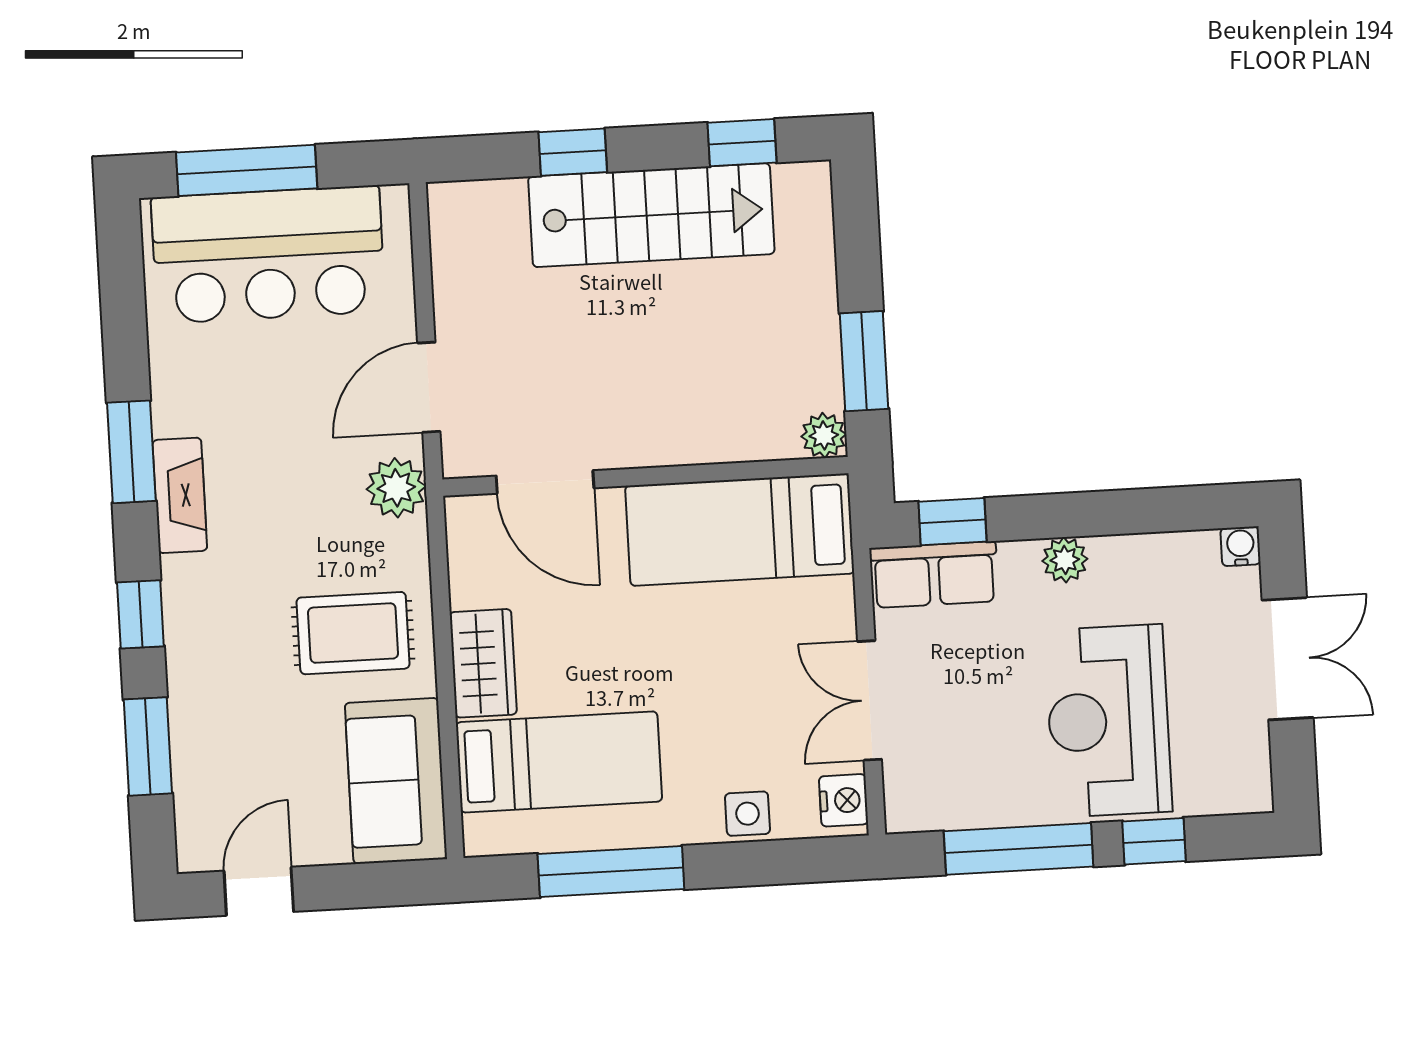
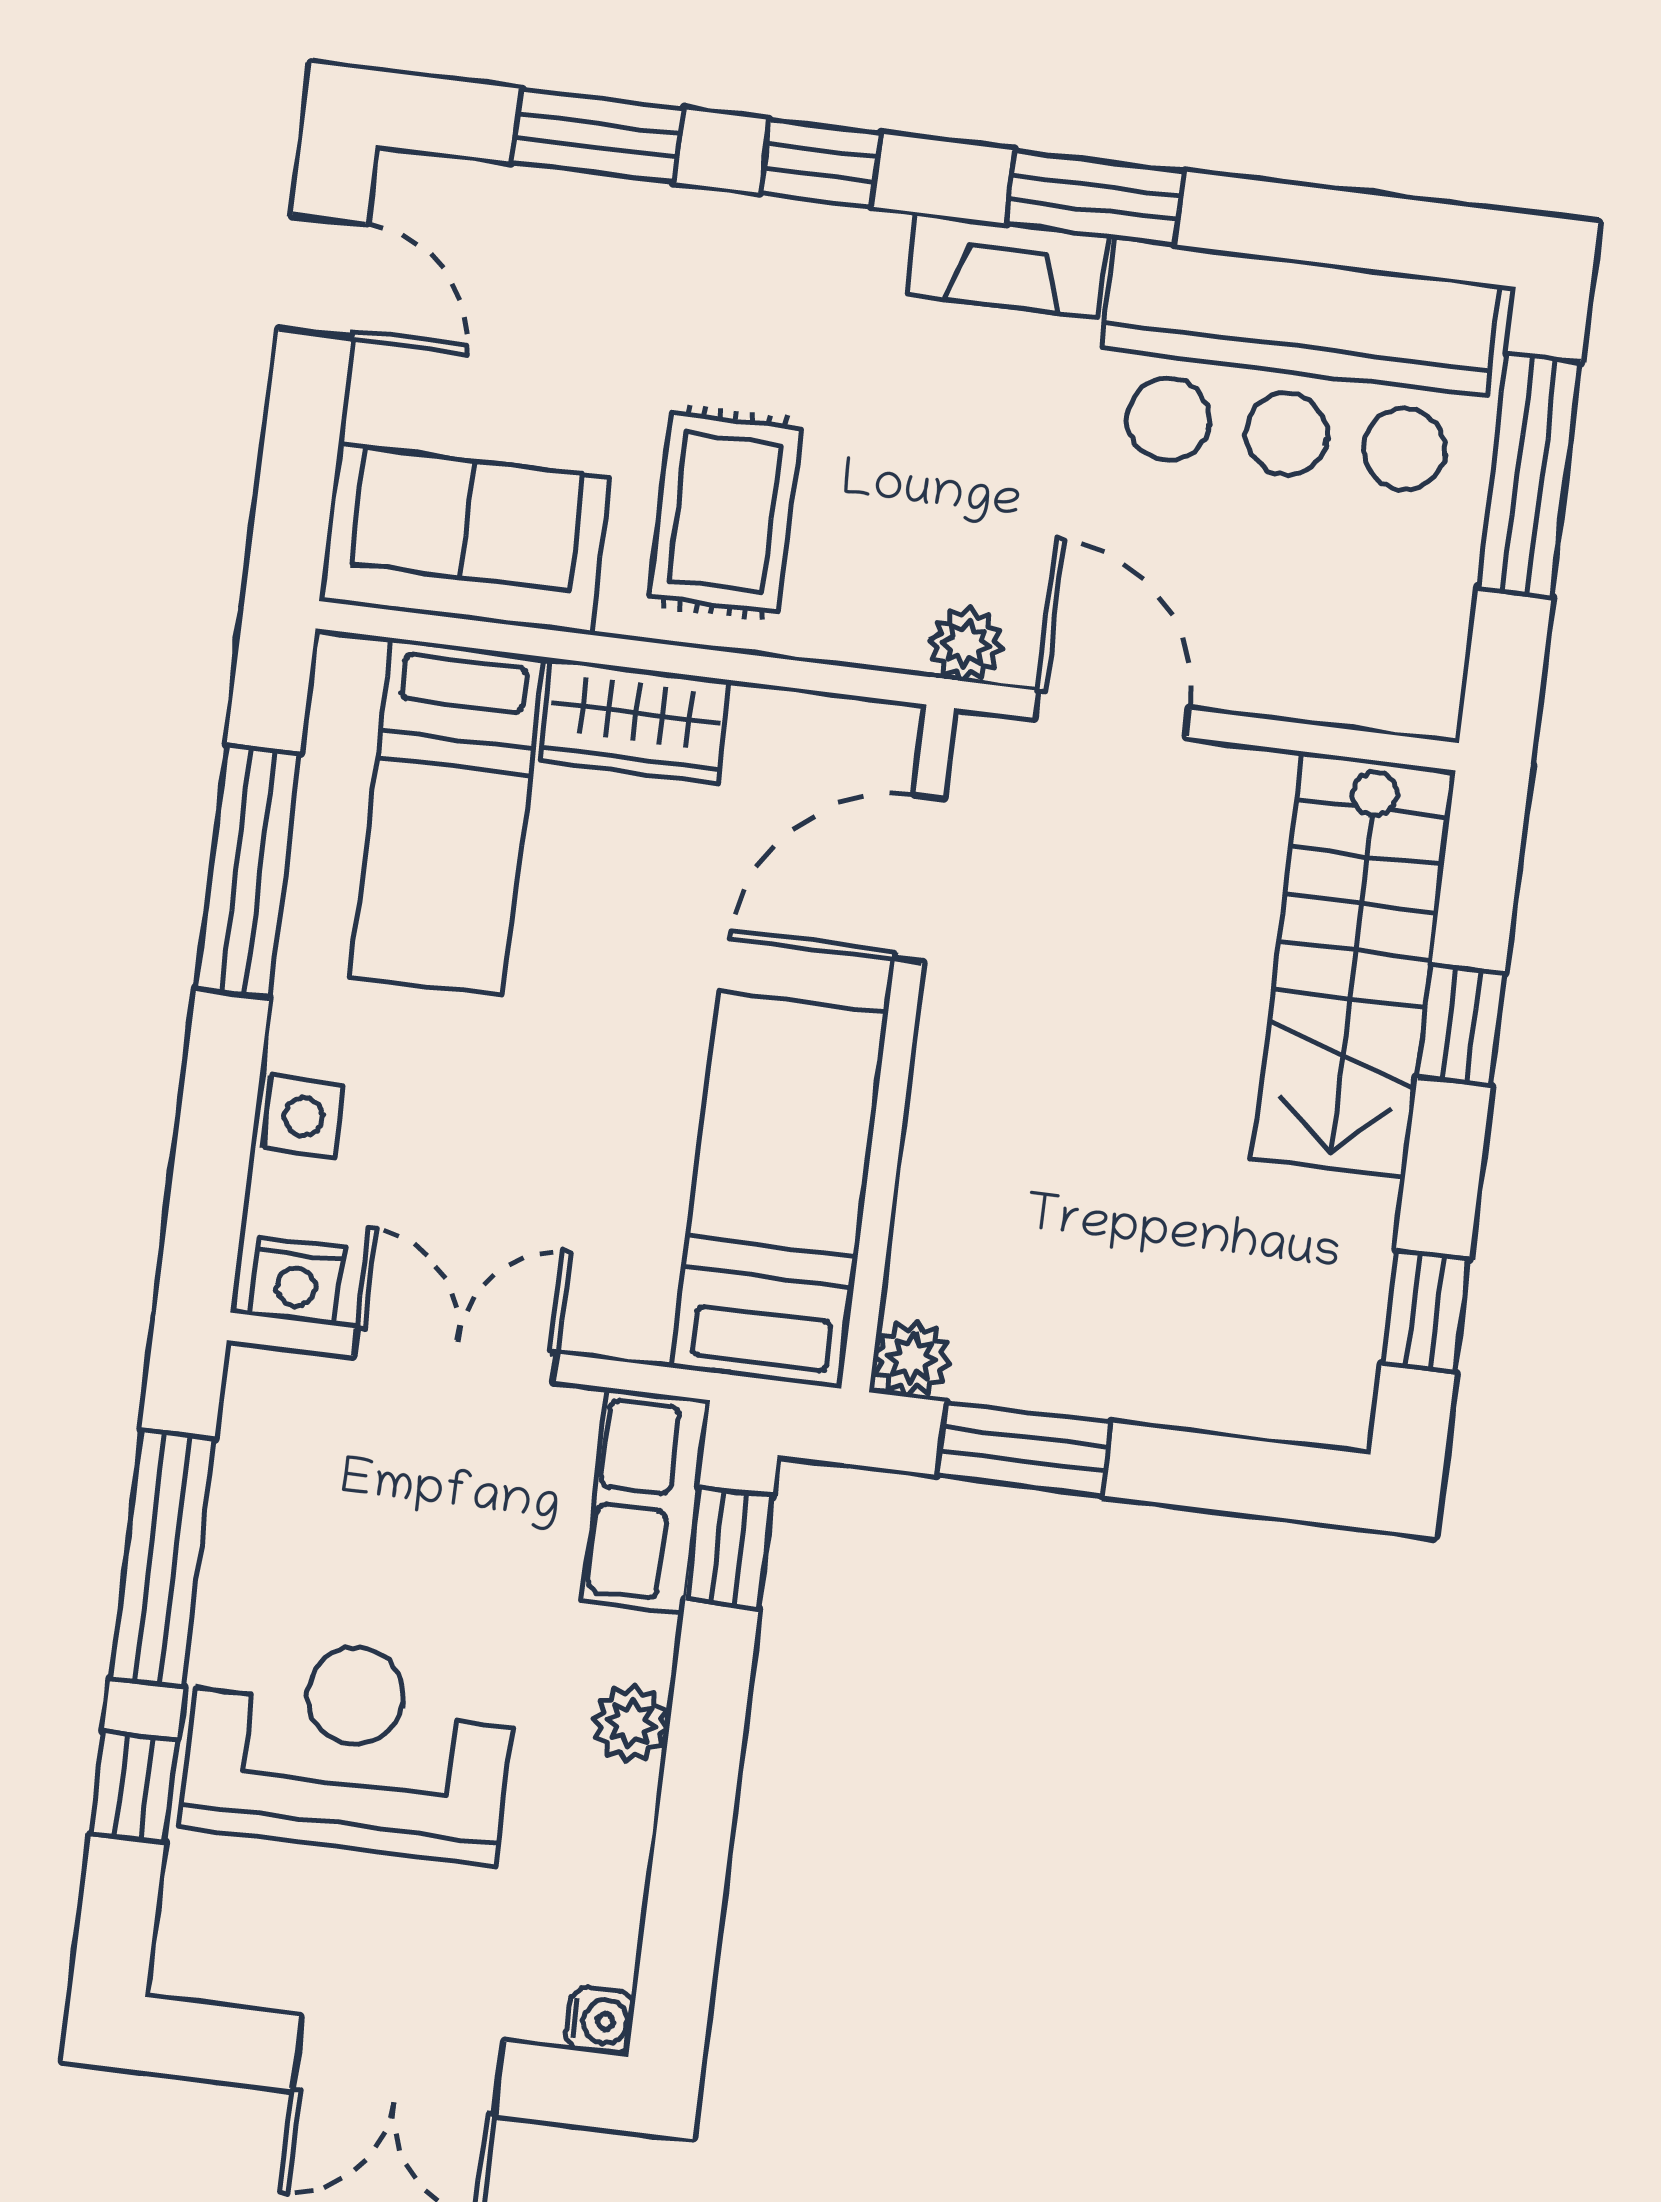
stairs: (651, 215) -> (1354, 965), moved
bar counter: (268, 255) -> (1295, 368), moved, turned -90
plant: (396, 488) -> (966, 644), width x0.73, depth x0.73

